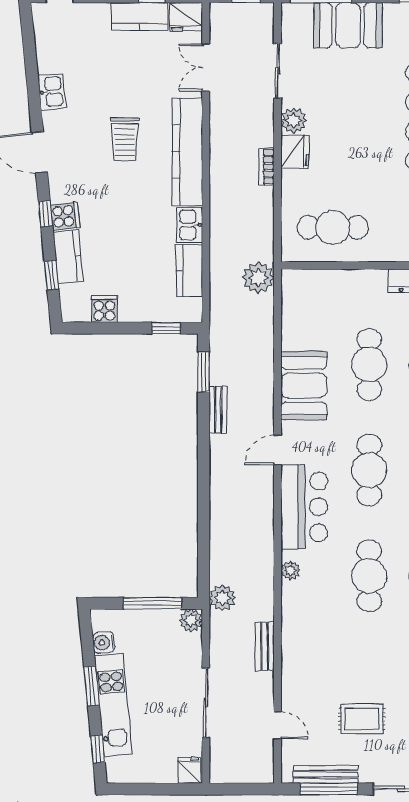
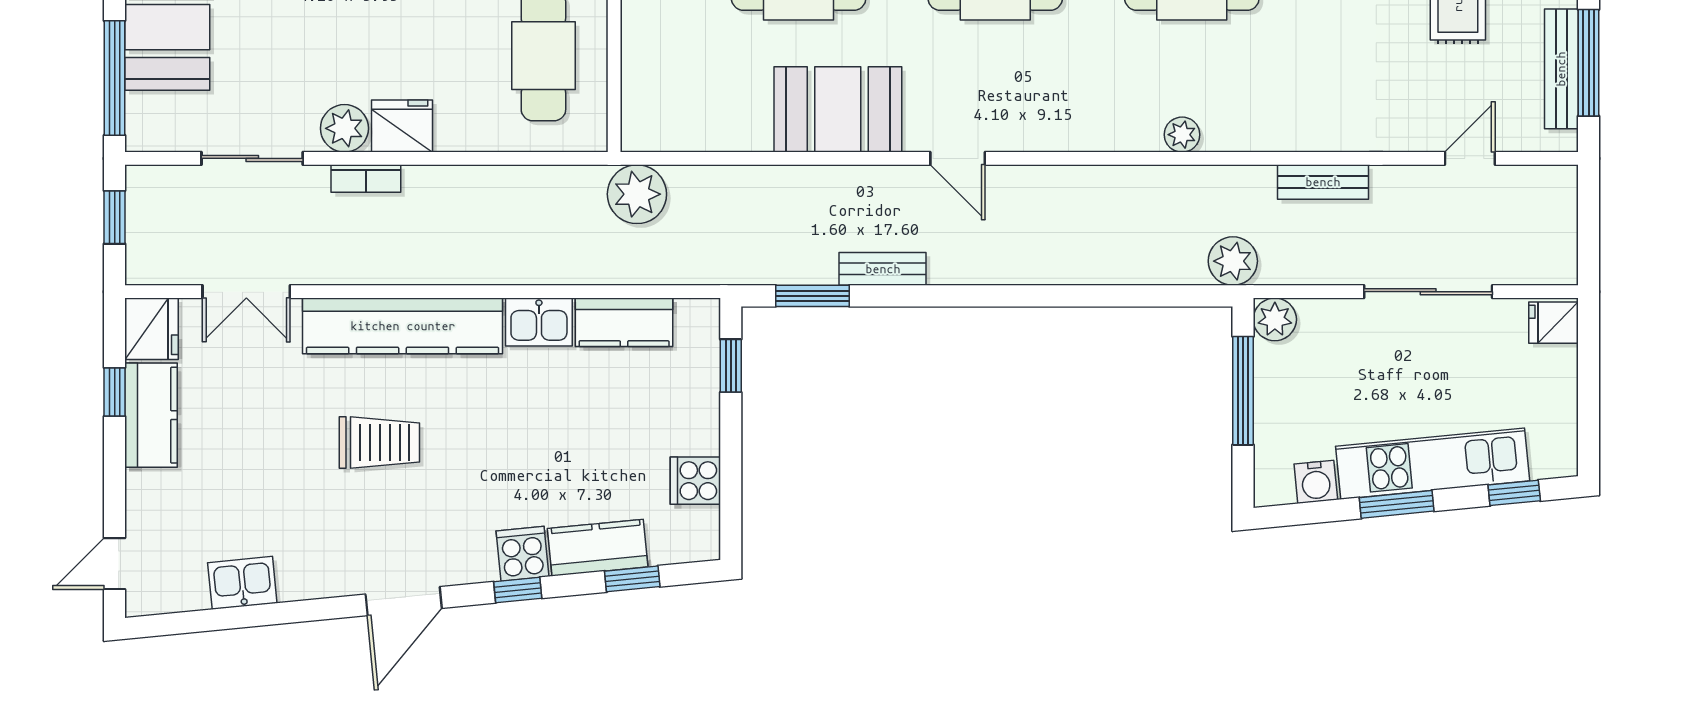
kitchen sink: (52, 92) -> (242, 583), moved
bookcase: (267, 167) -> (366, 179), moved
bar counter: (304, 507) -> (1064, 109), removed

